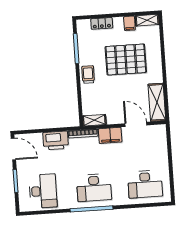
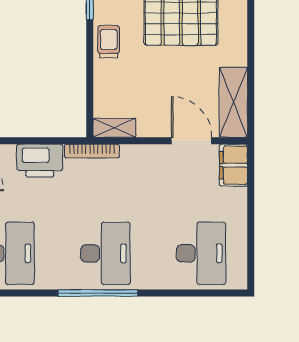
filing cabinet: (110, 135) -> (233, 165), moved, turned 90
desk: (145, 184) -> (201, 253), turned -90
desk: (94, 188) -> (105, 253), turned -90

